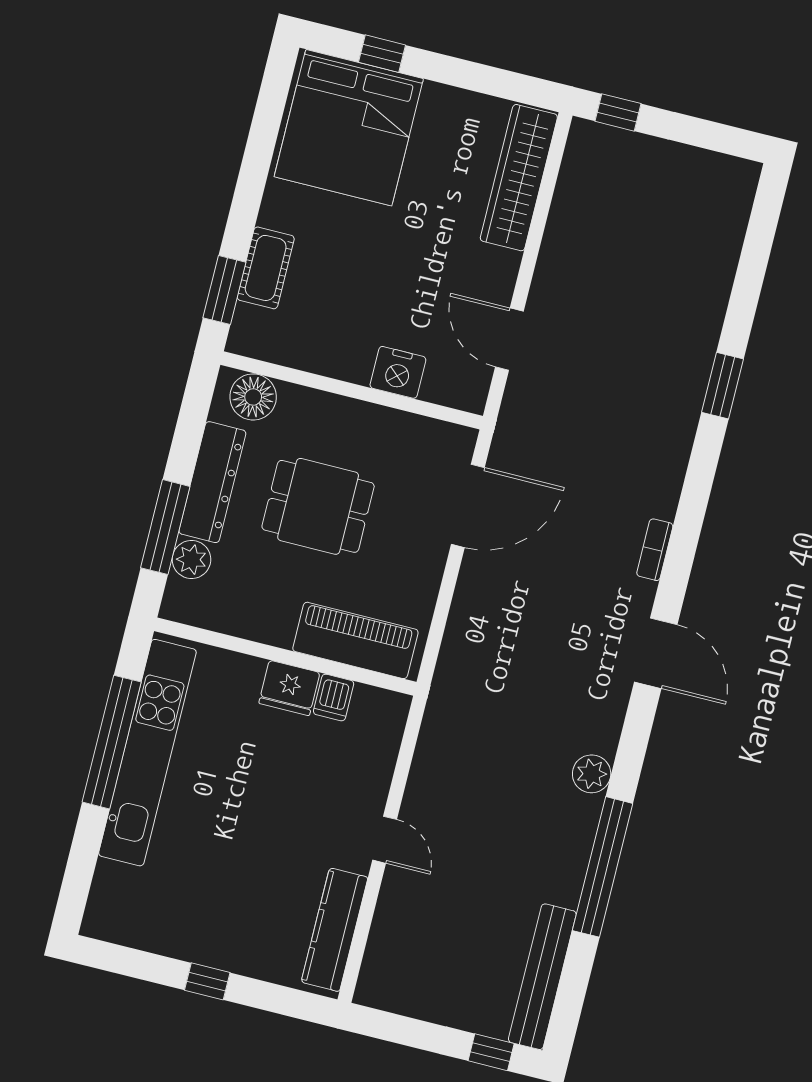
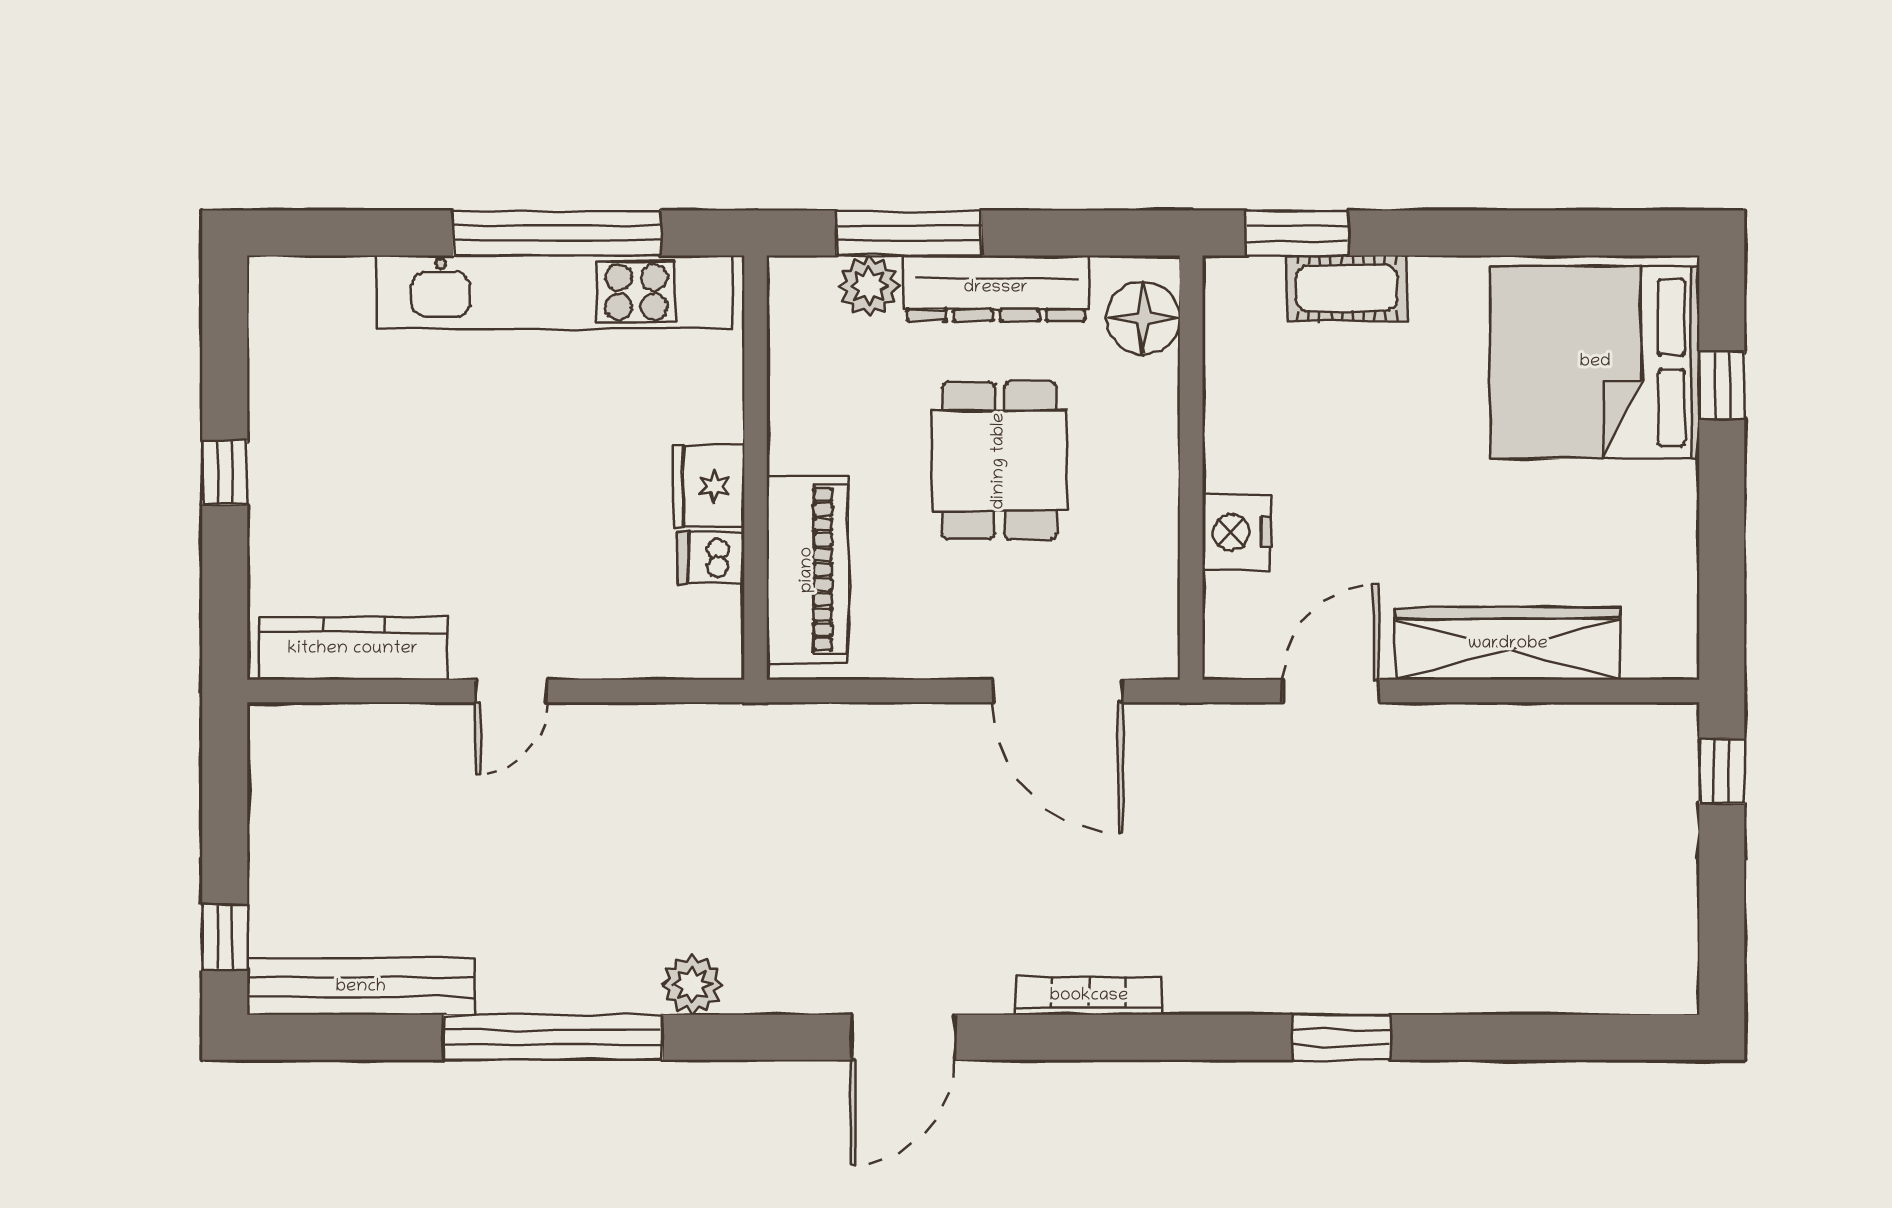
wardrobe: (519, 178) -> (1508, 644), moved
bookcase: (655, 550) -> (1089, 996), width x1.56

